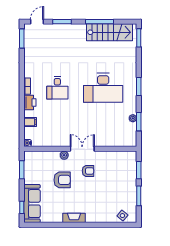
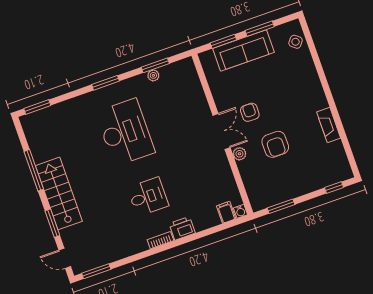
stairs: (109, 32) -> (59, 193), moved
filing cabinet: (30, 122) -> (226, 212), moved
double door: (82, 149) -> (221, 131), swing flipped
armchair: (62, 180) -> (275, 144), turned 180
sofa: (32, 204) -> (243, 50), moved, turned 180
fireplace: (74, 218) -> (329, 125), moved

